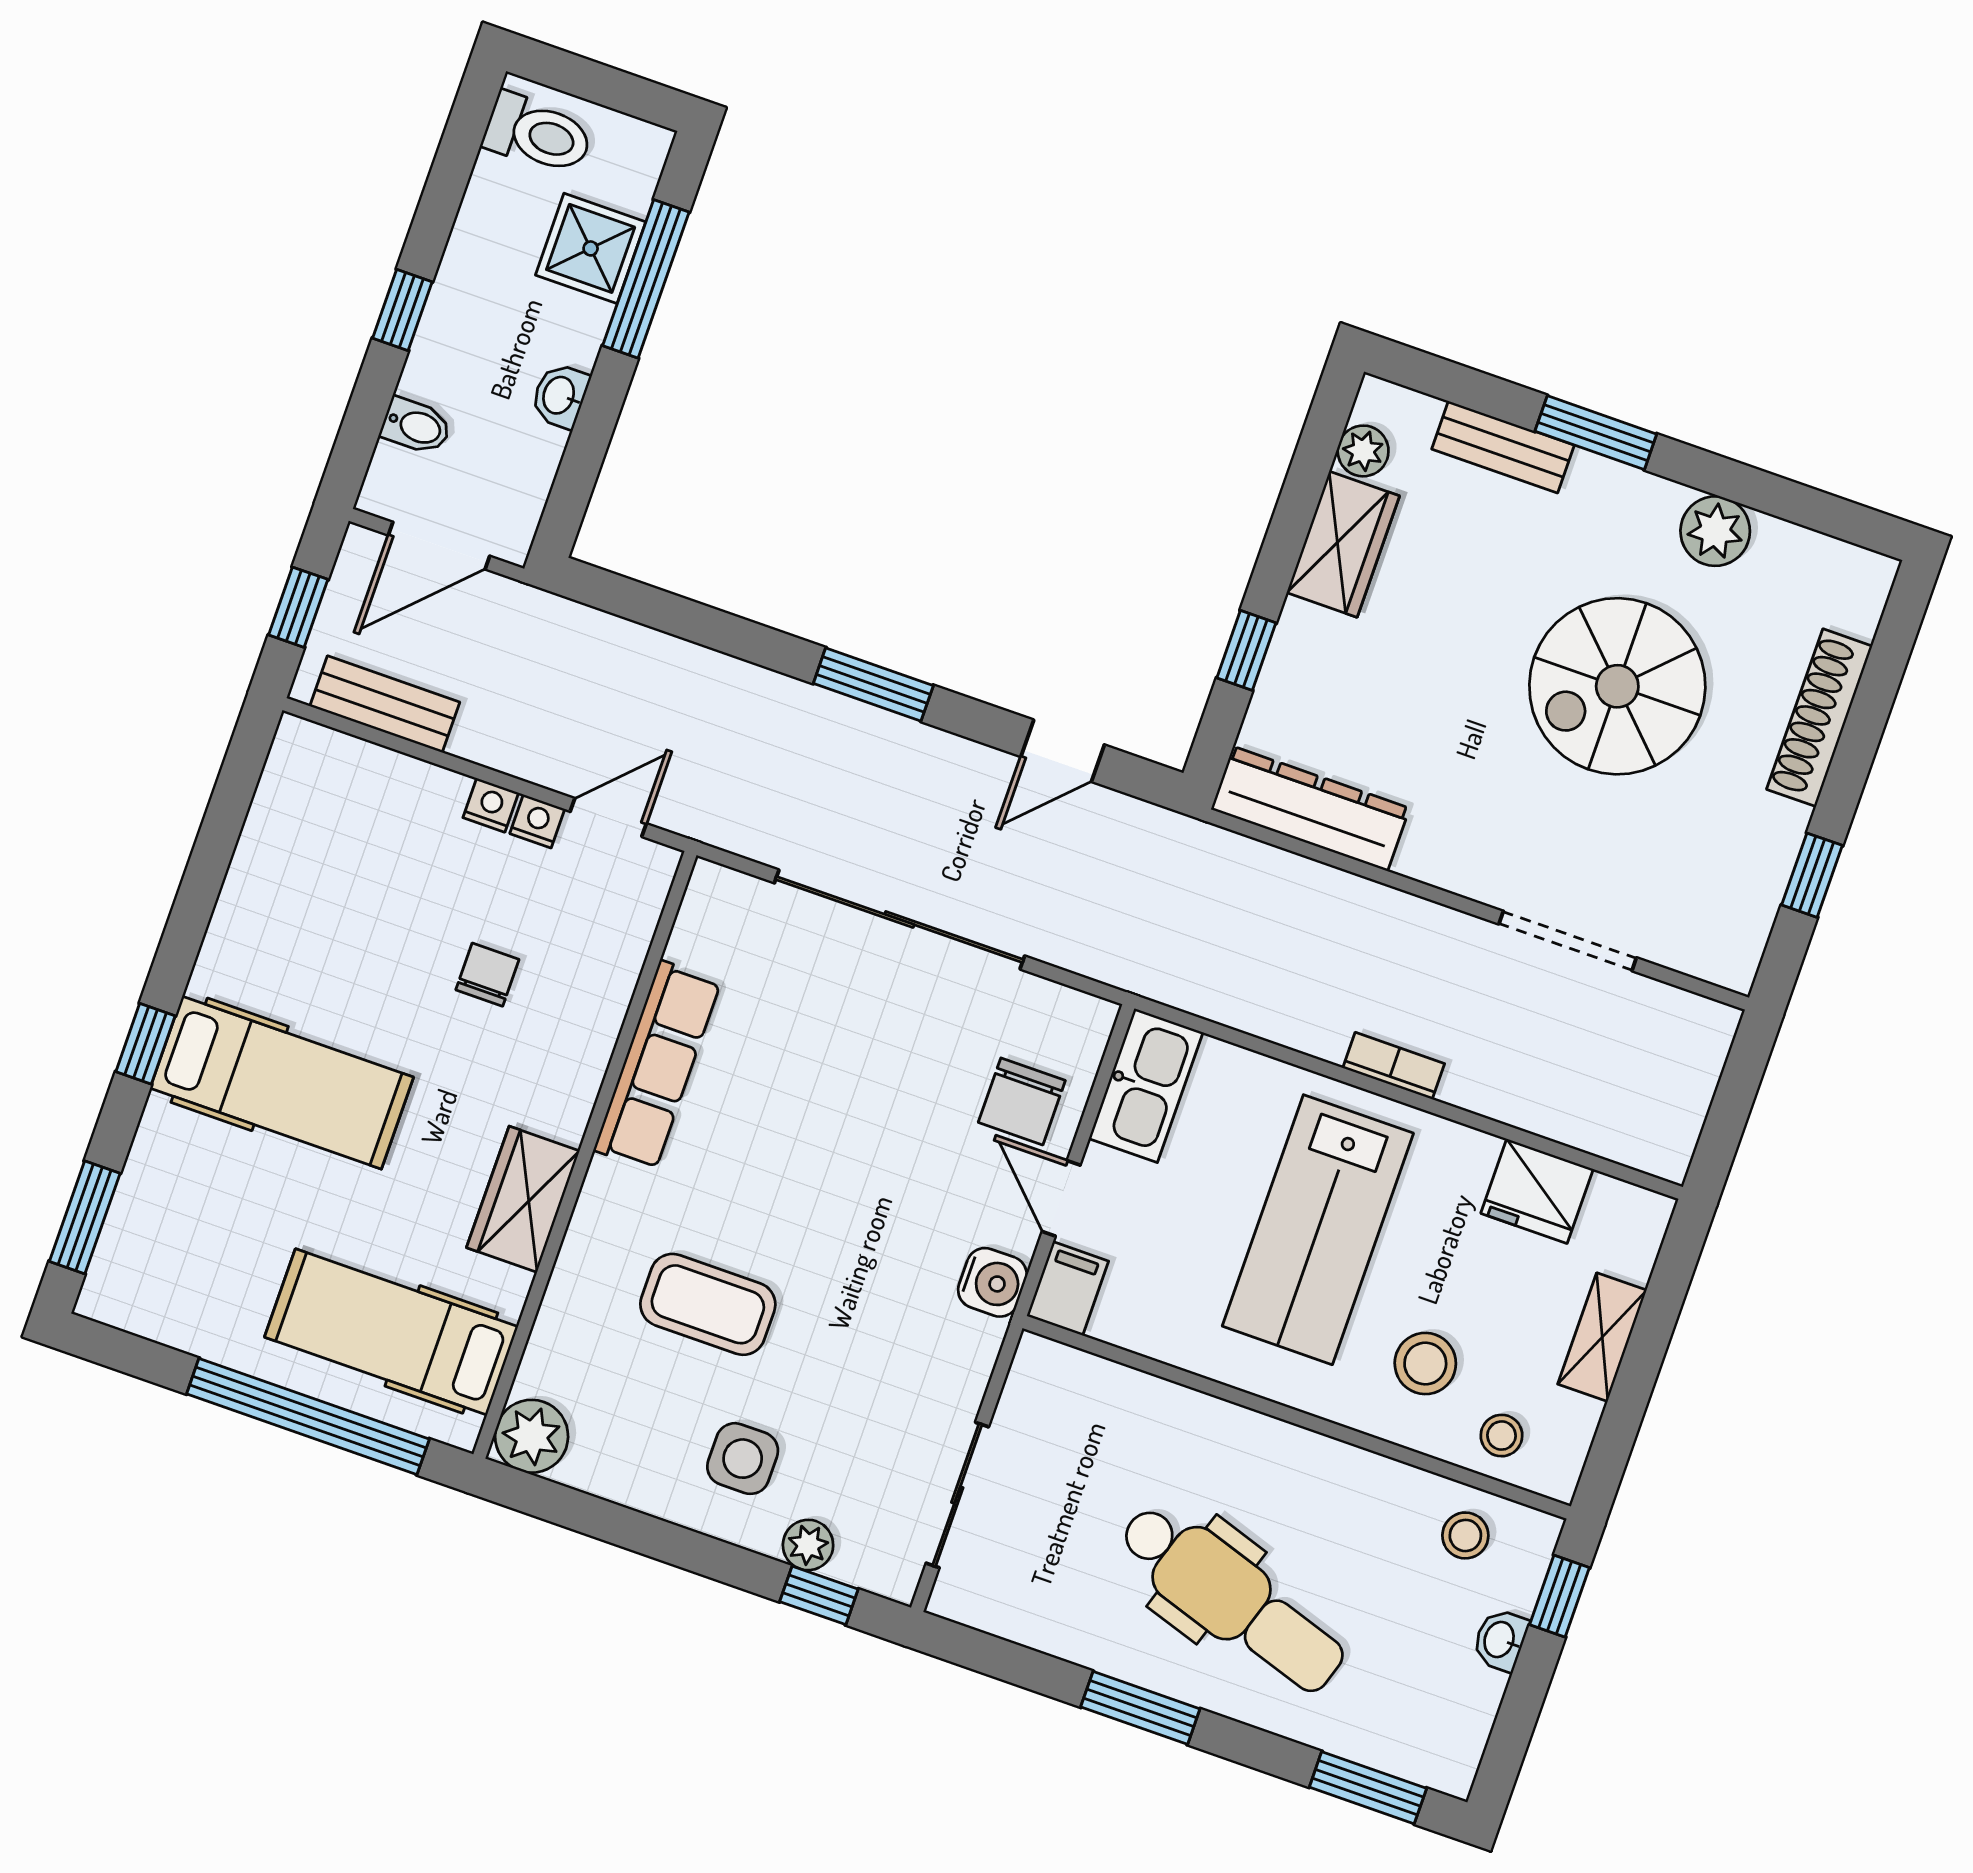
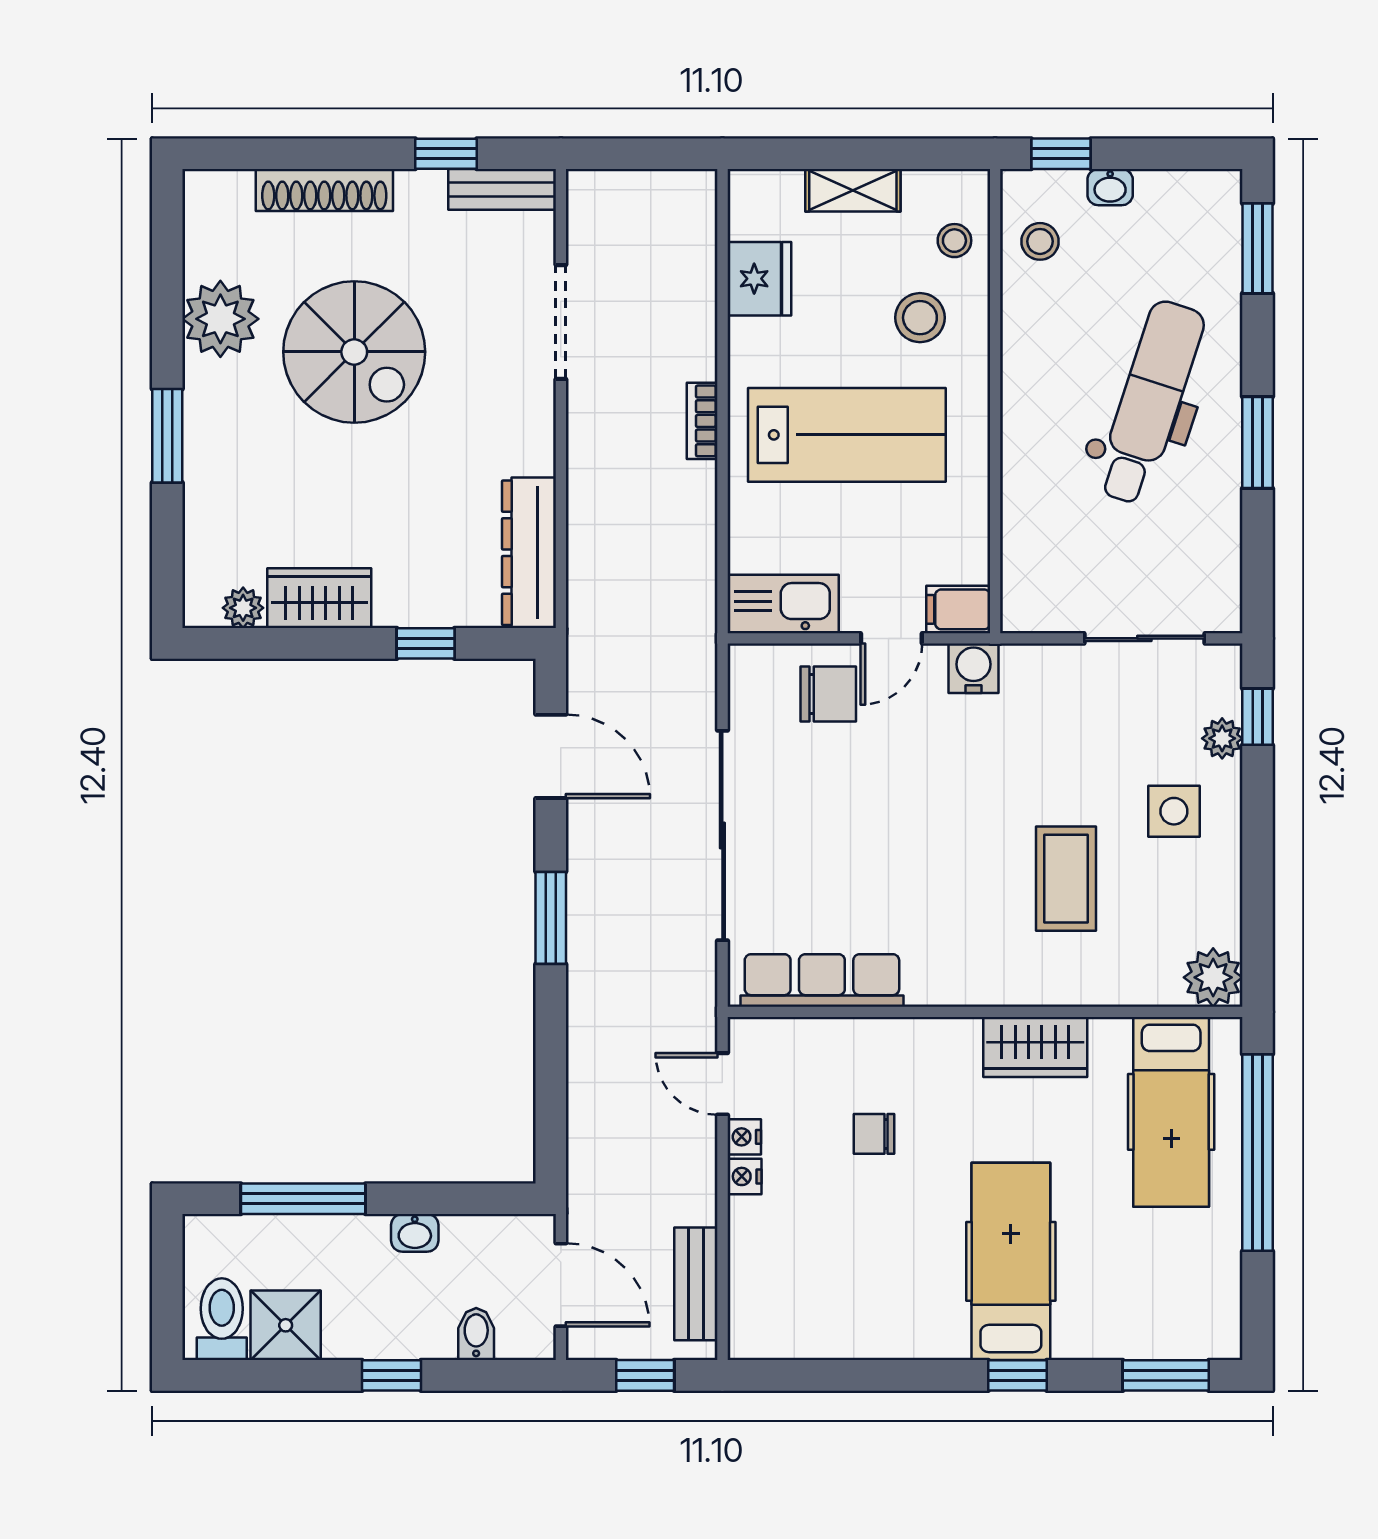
shower: (591, 248) -> (286, 1325), moved
bench: (1503, 447) -> (502, 189), moved, turned 90
plant: (1715, 531) -> (220, 319), width x1.36, depth x1.36
door: (1063, 751) -> (551, 756), width x1.38
row of seats: (657, 1066) -> (822, 980), moved

